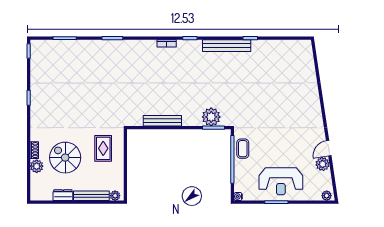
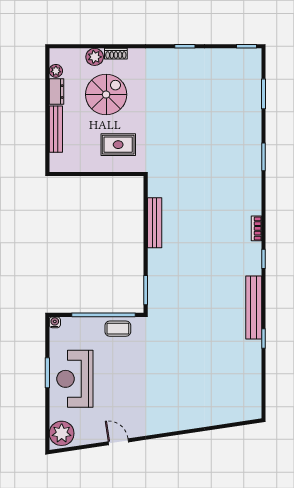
plant: (211, 117) -> (160, 287), removed
plant: (323, 164) -> (98, 434), removed
plant: (115, 196) -> (56, 71), moved
plant: (327, 196) -> (62, 433), width x1.87, depth x1.87

